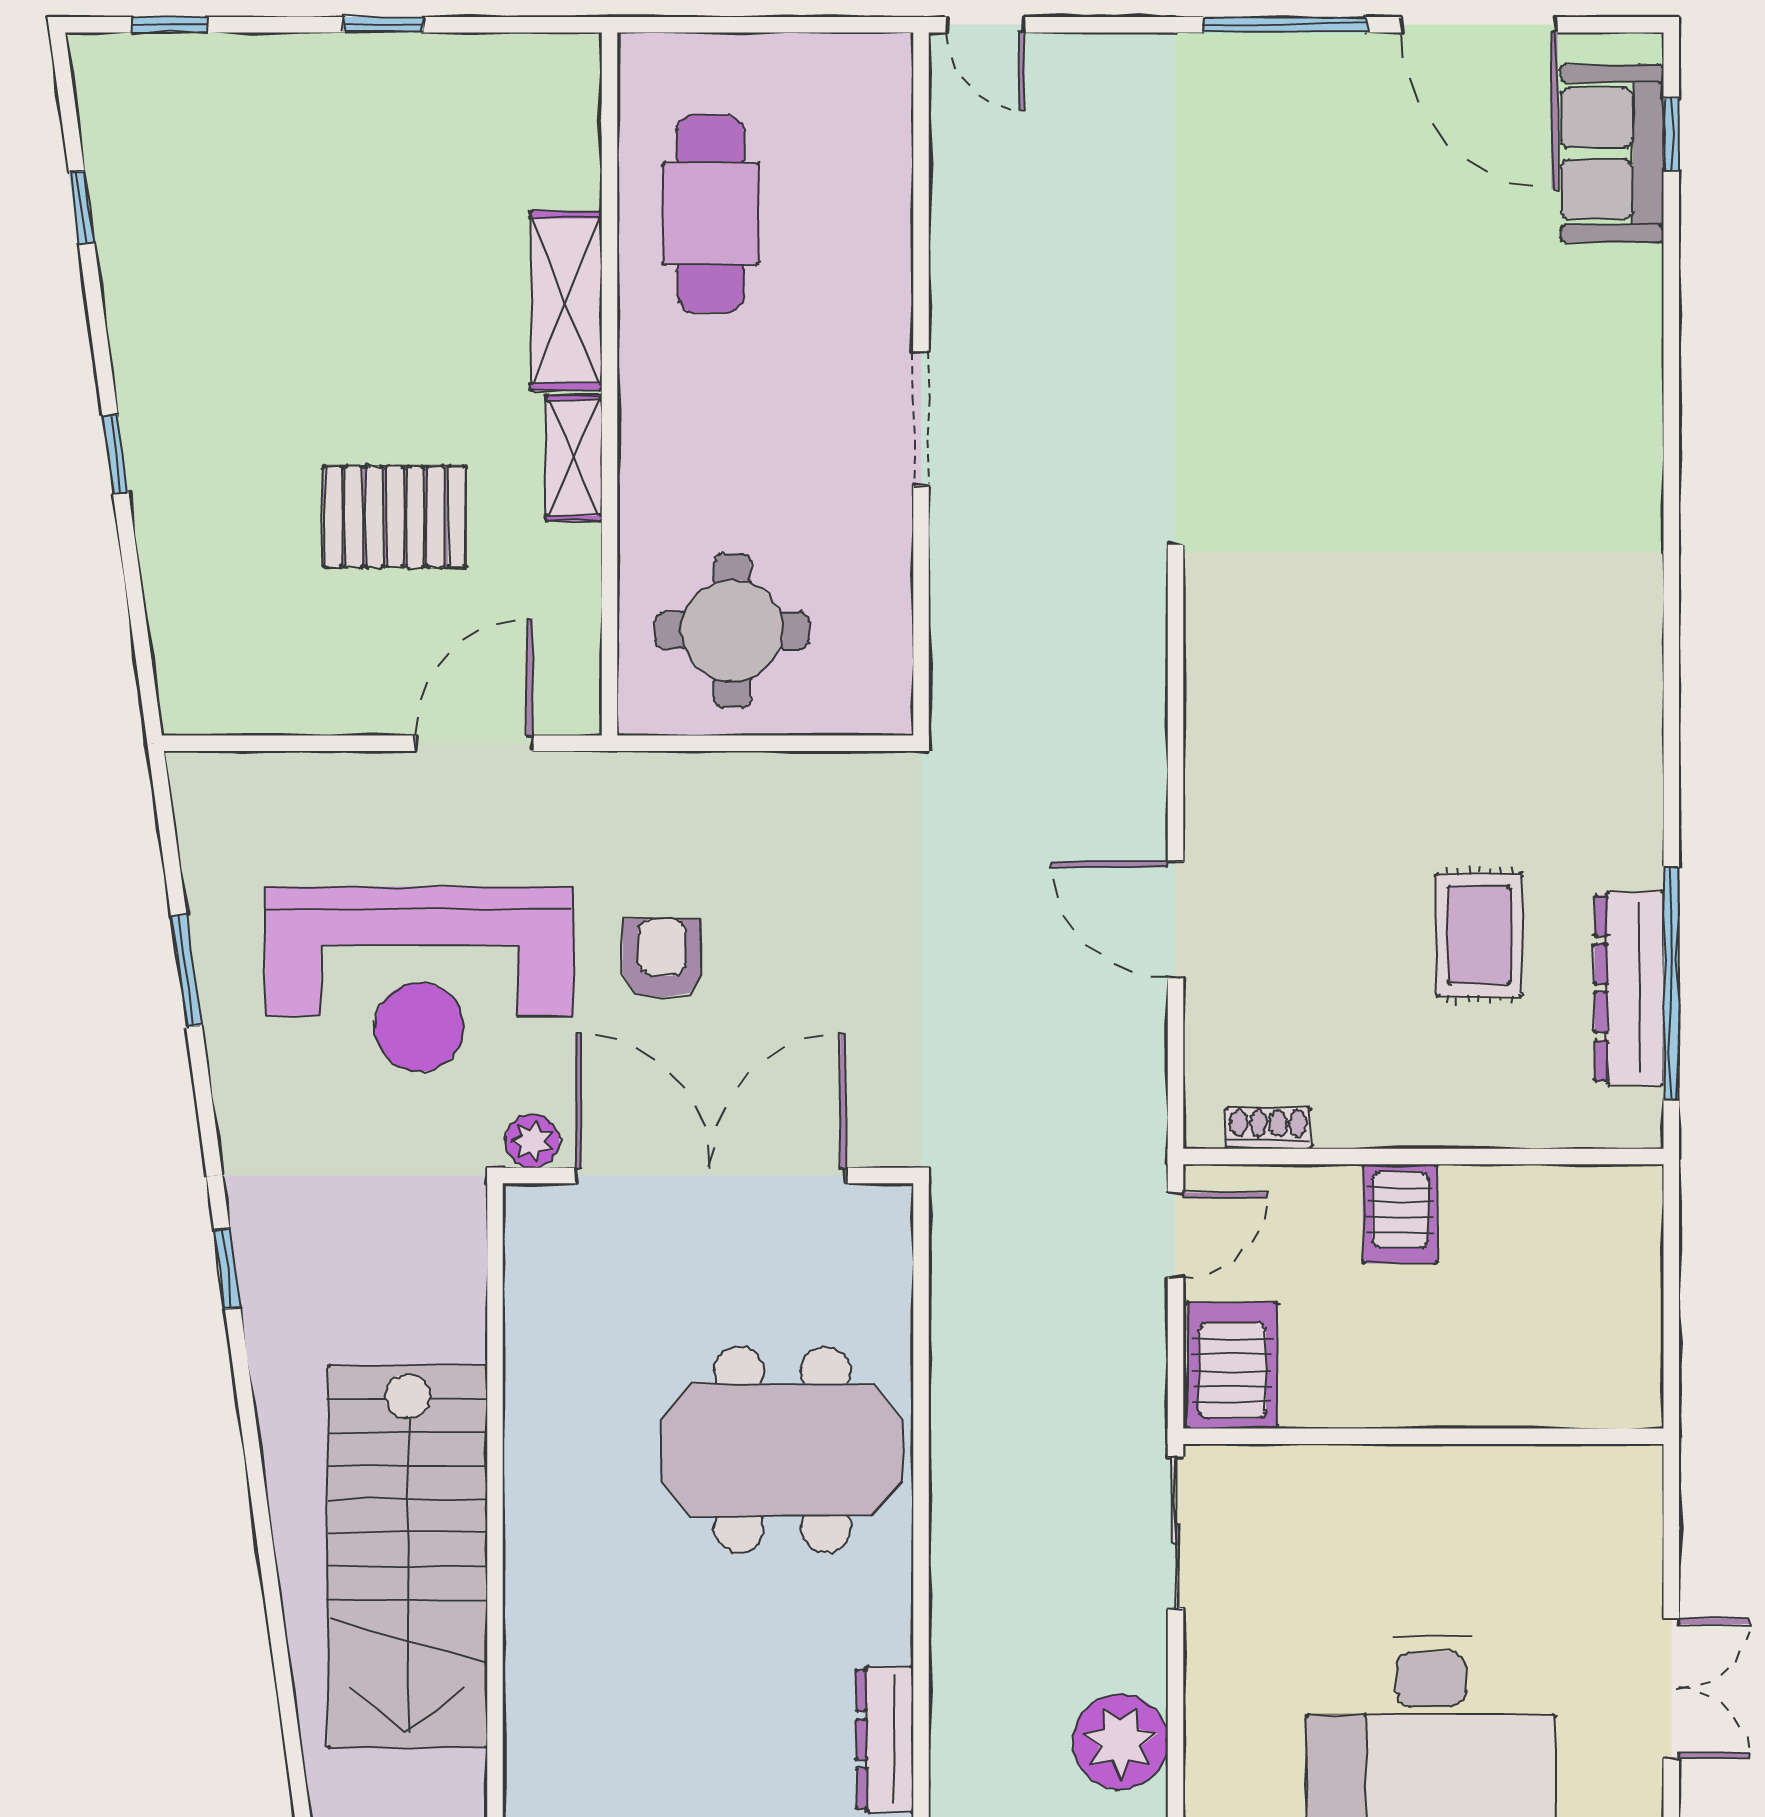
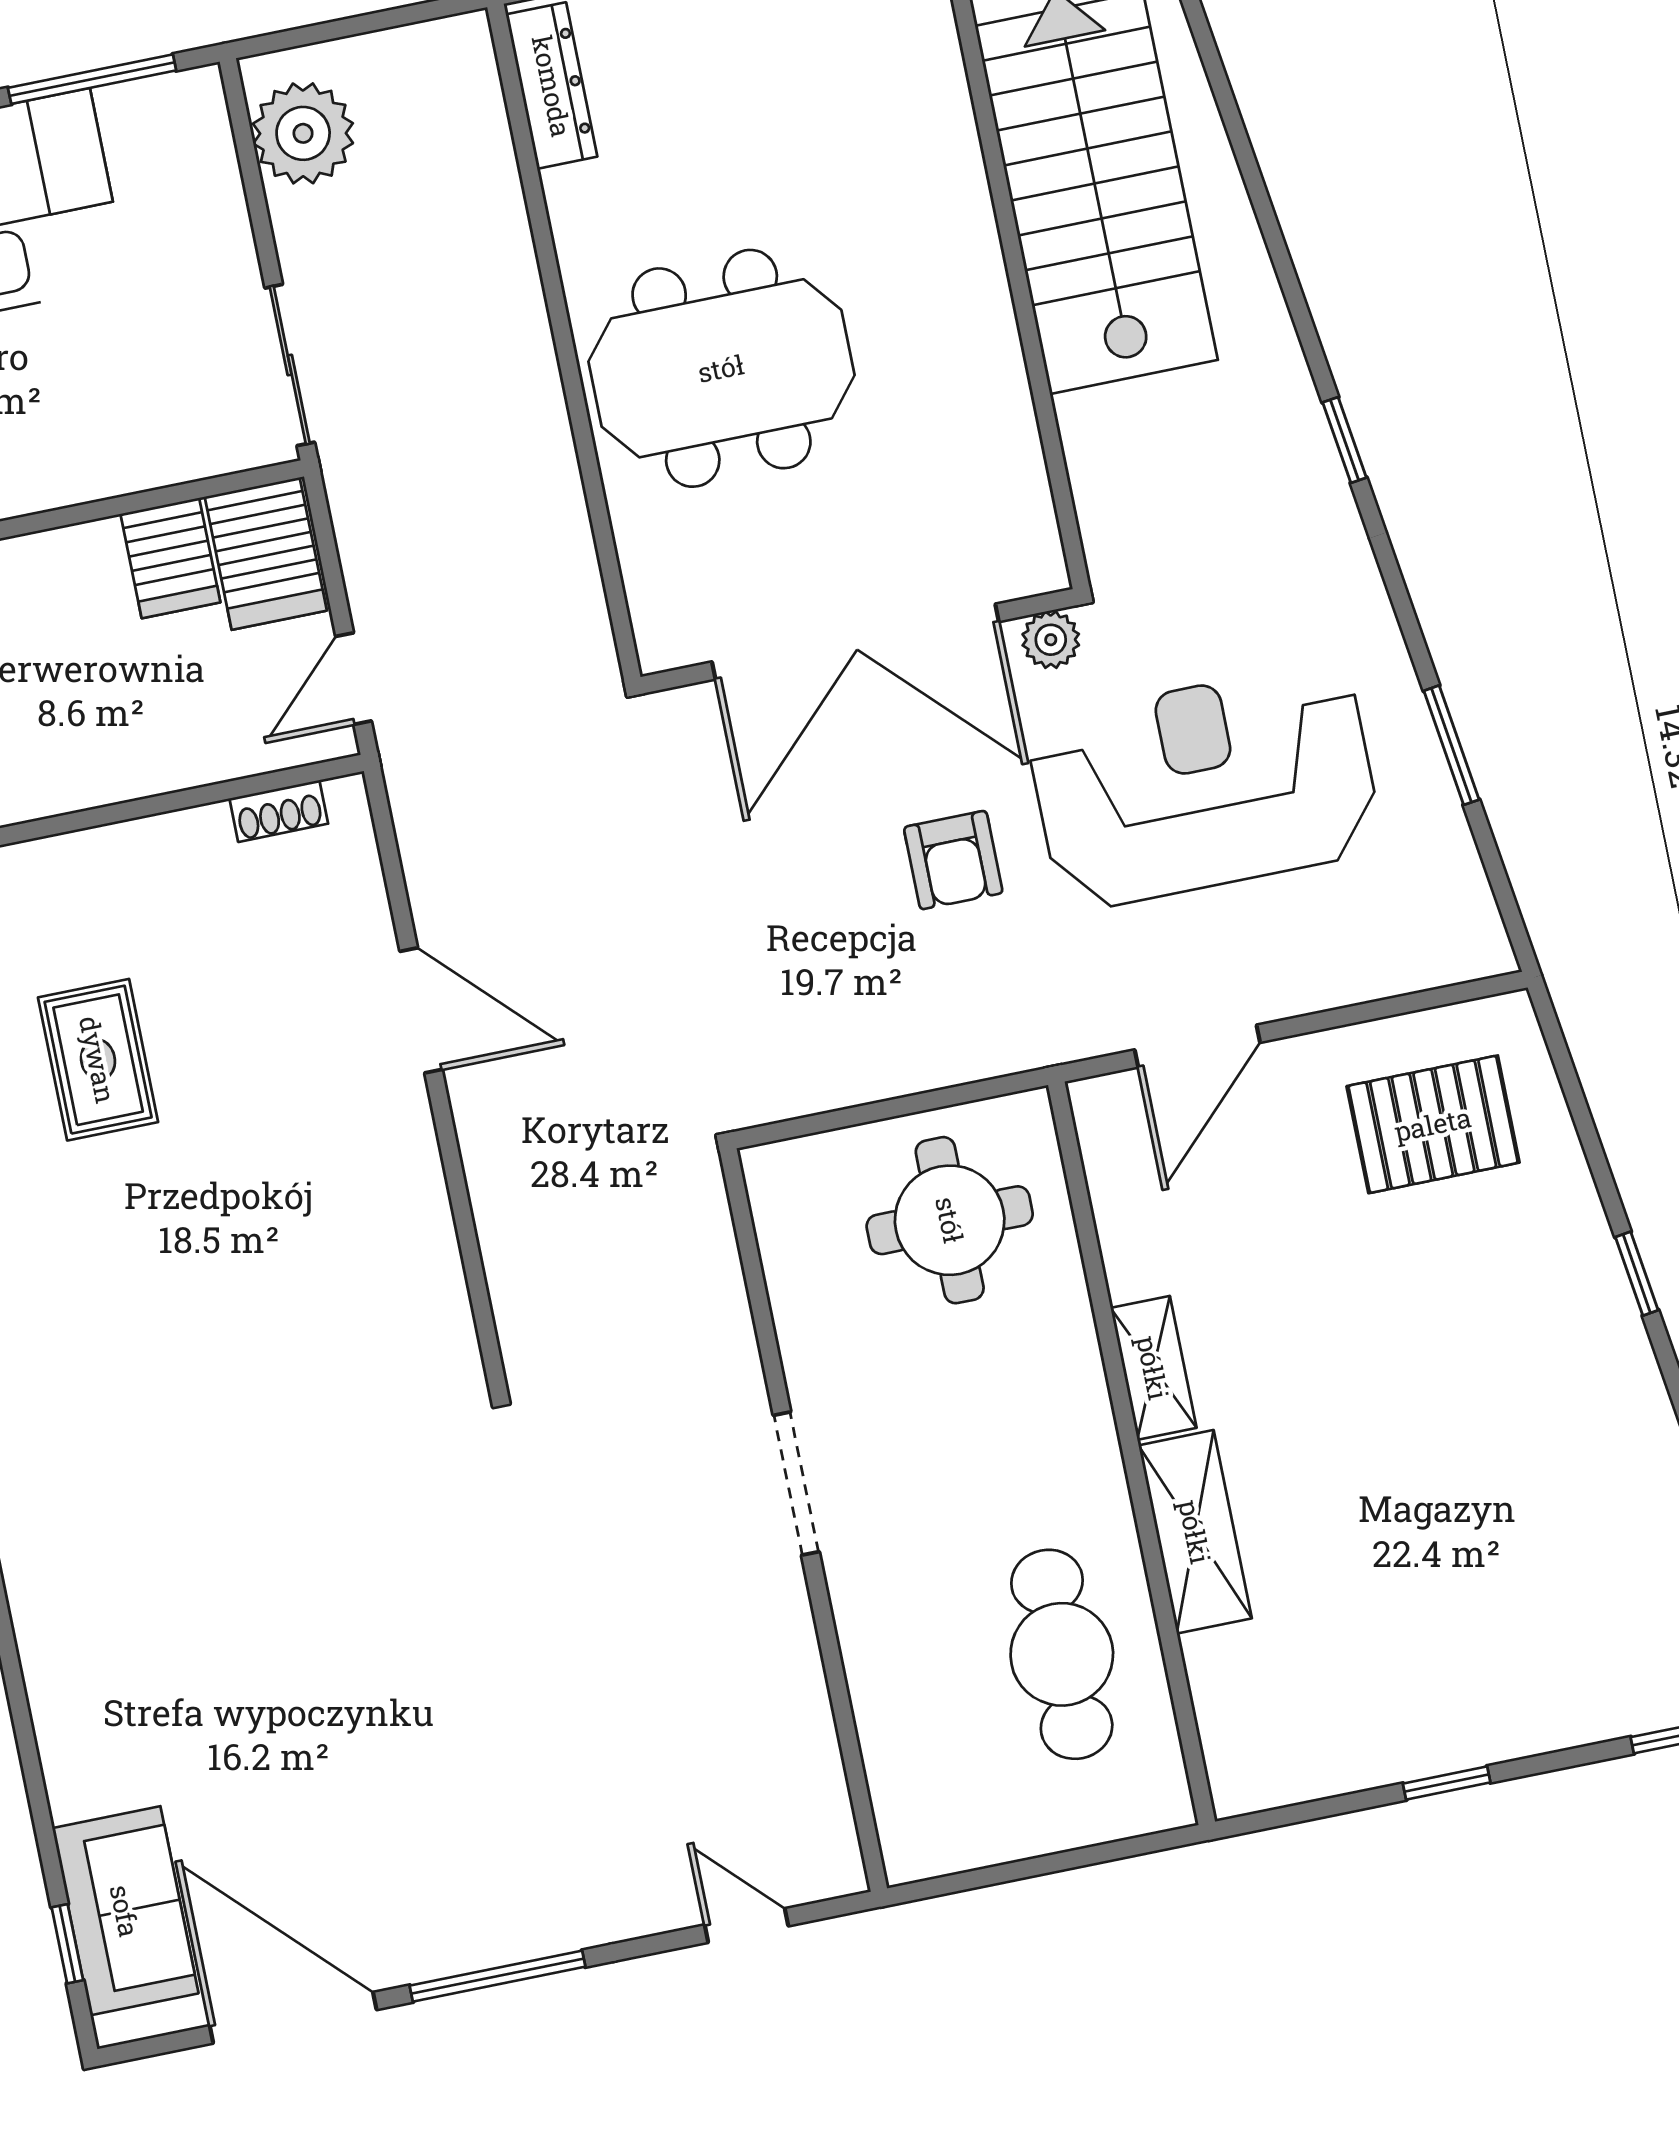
door: (986, 25) -> (747, 1925), moved
pallet: (395, 517) -> (1433, 1124), moved
server rack: (1400, 1214) -> (170, 558), moved, turned 180

